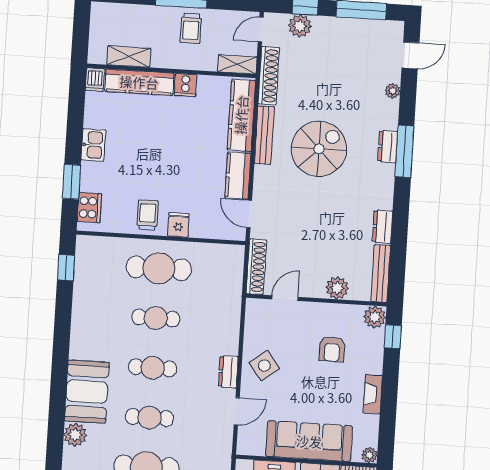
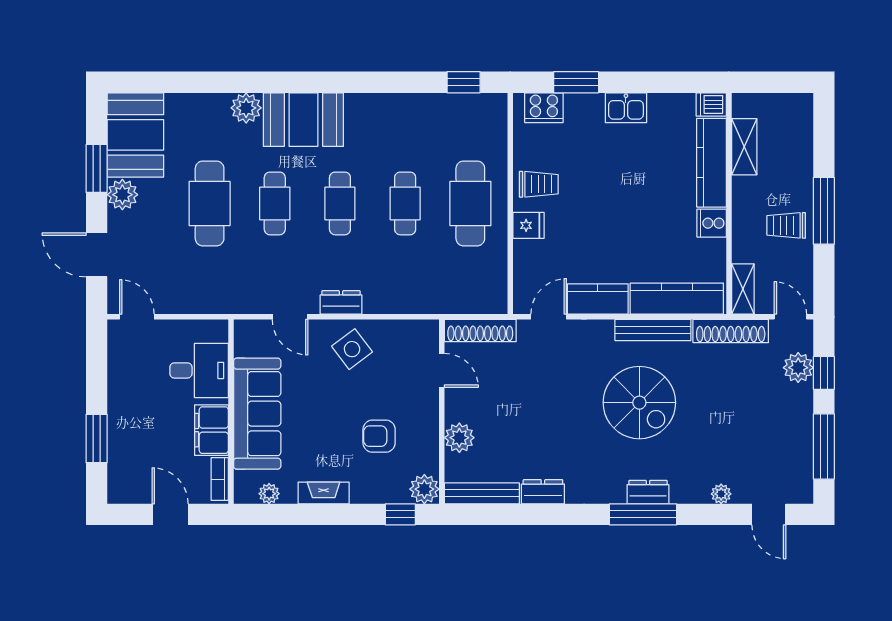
plant: (369, 455) -> (269, 494), moved

